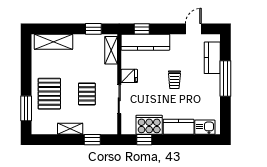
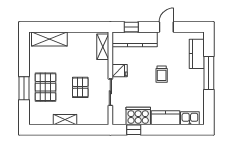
window: (93, 29) -> (86, 27), removed
door: (193, 29) -> (166, 27), moved
window: (26, 108) -> (24, 88), moved
window: (92, 140) -> (85, 130), removed

